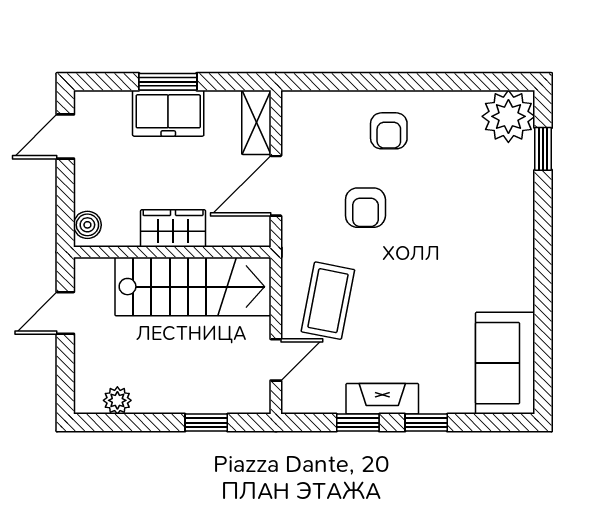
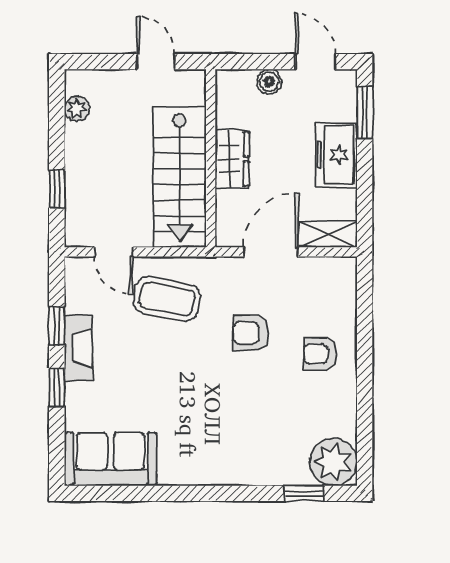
window: (168, 82) -> (365, 113), moved
door: (276, 186) -> (271, 252), hinge flipped
boiler: (87, 225) -> (269, 82), moved

